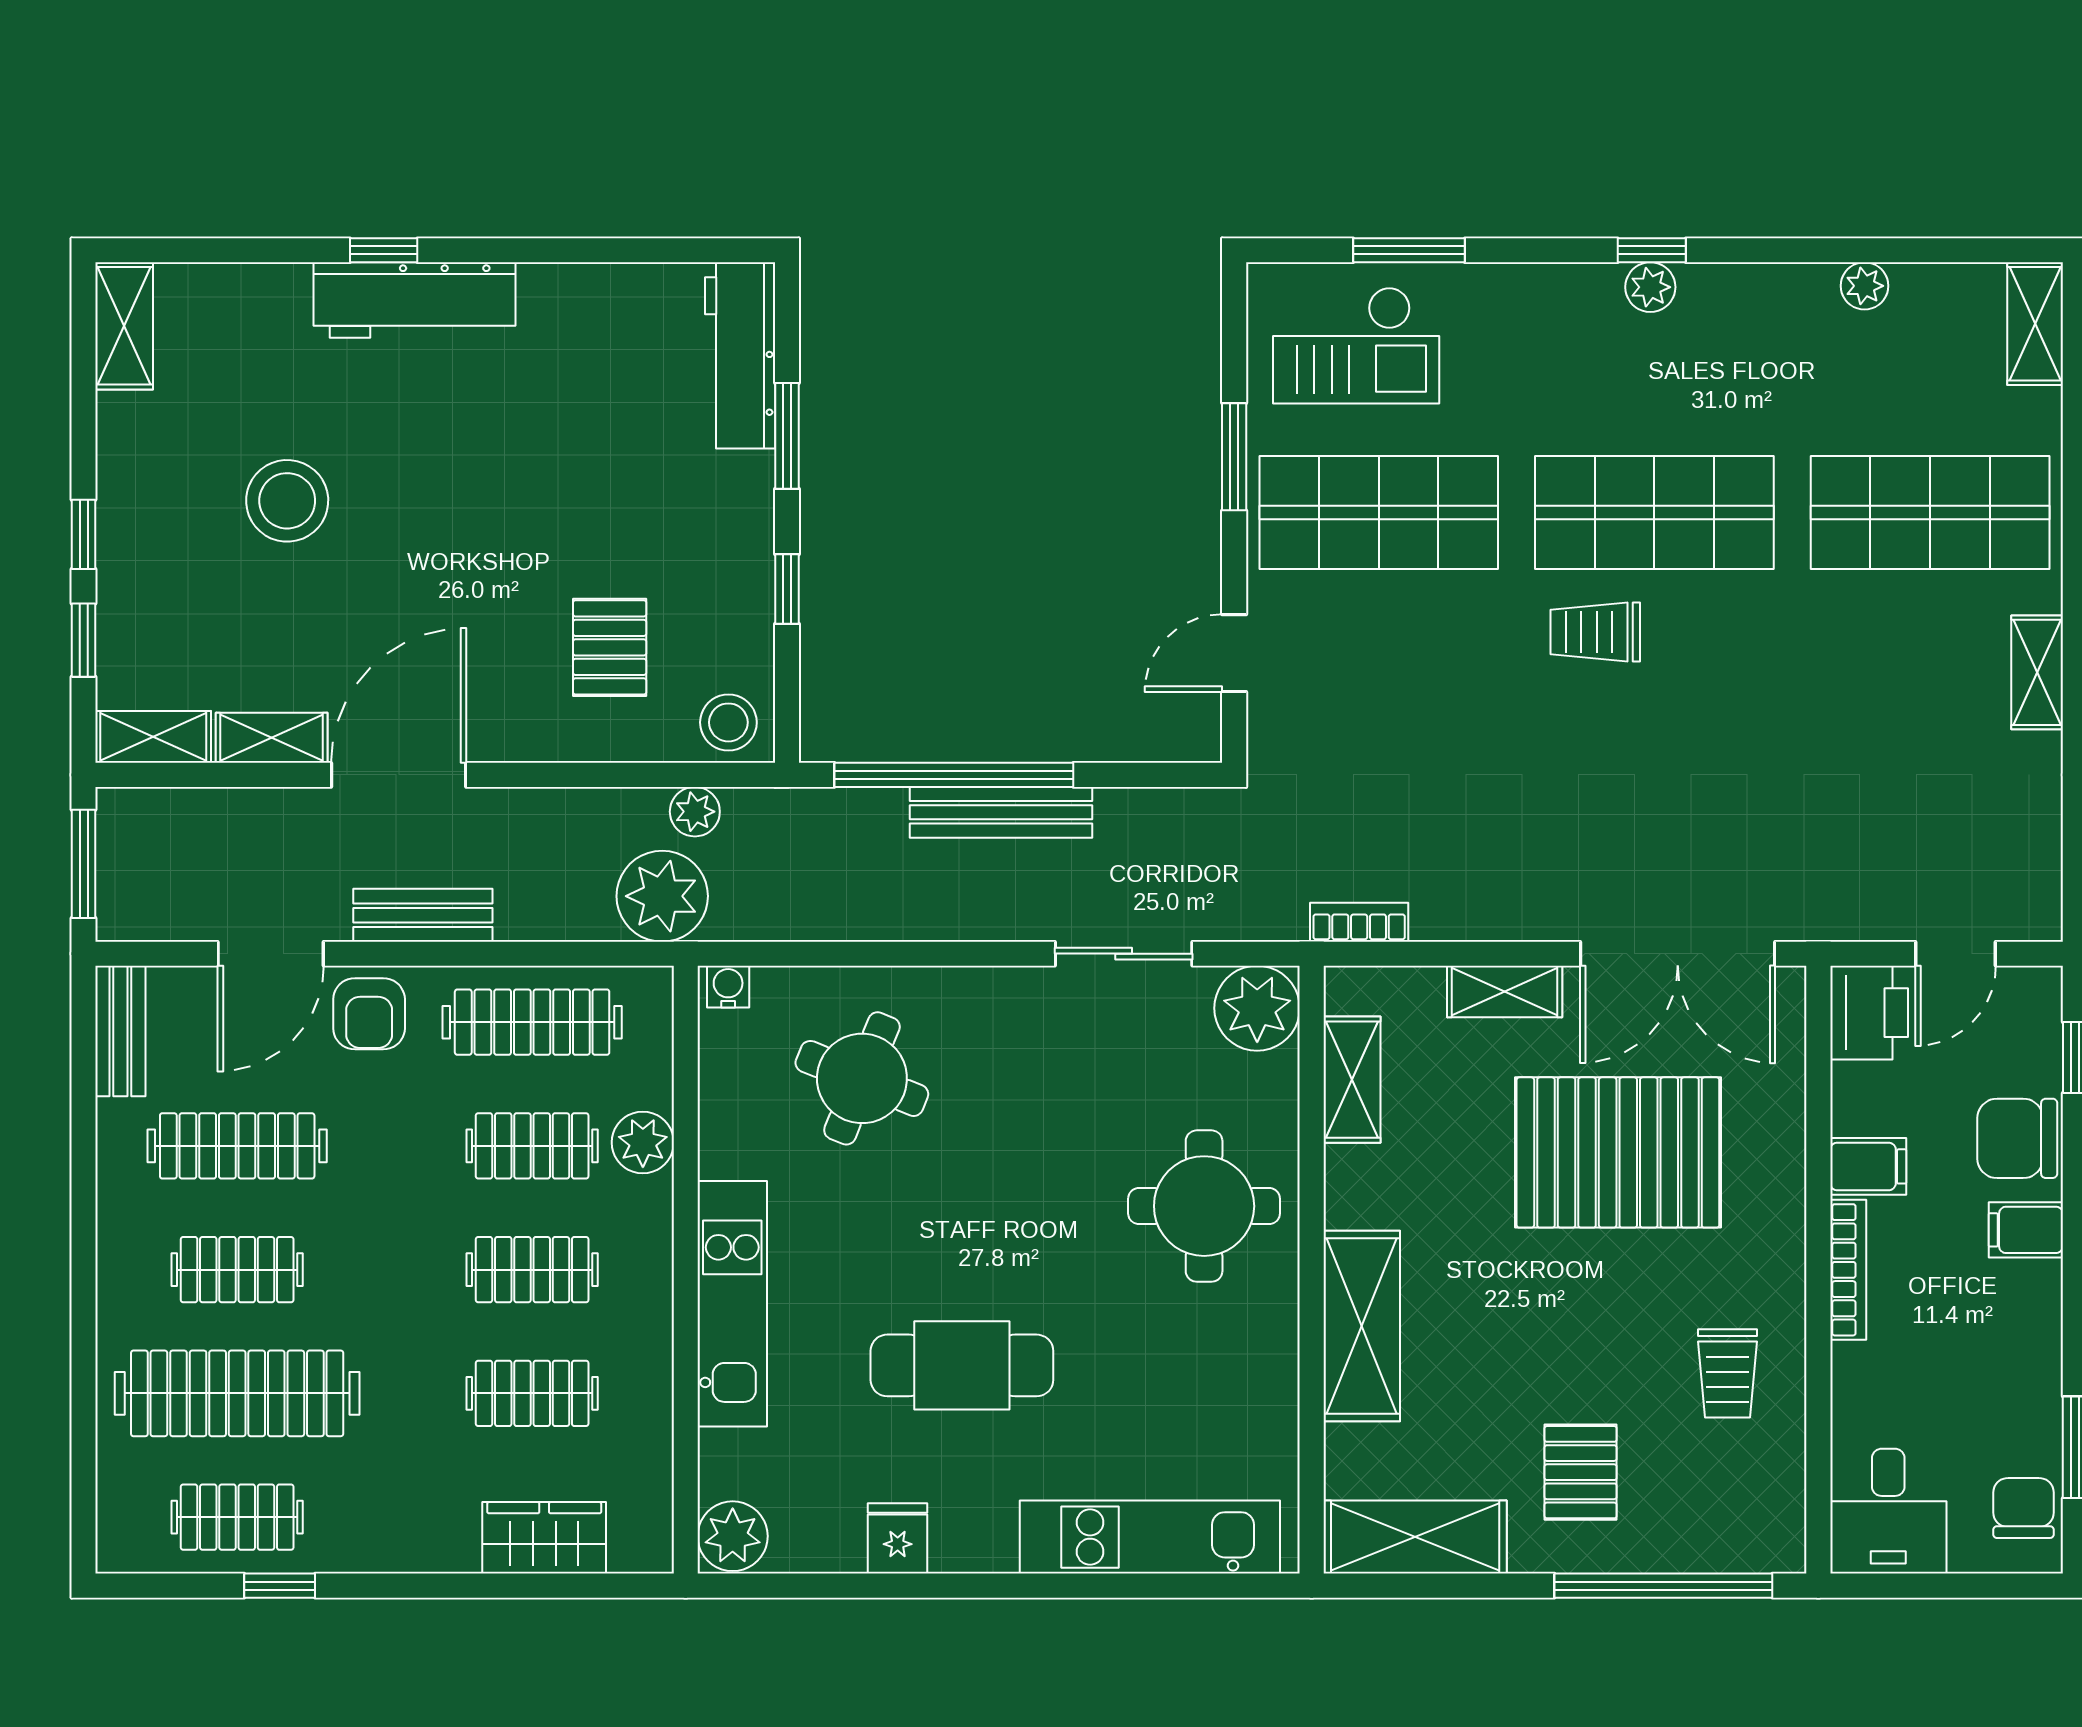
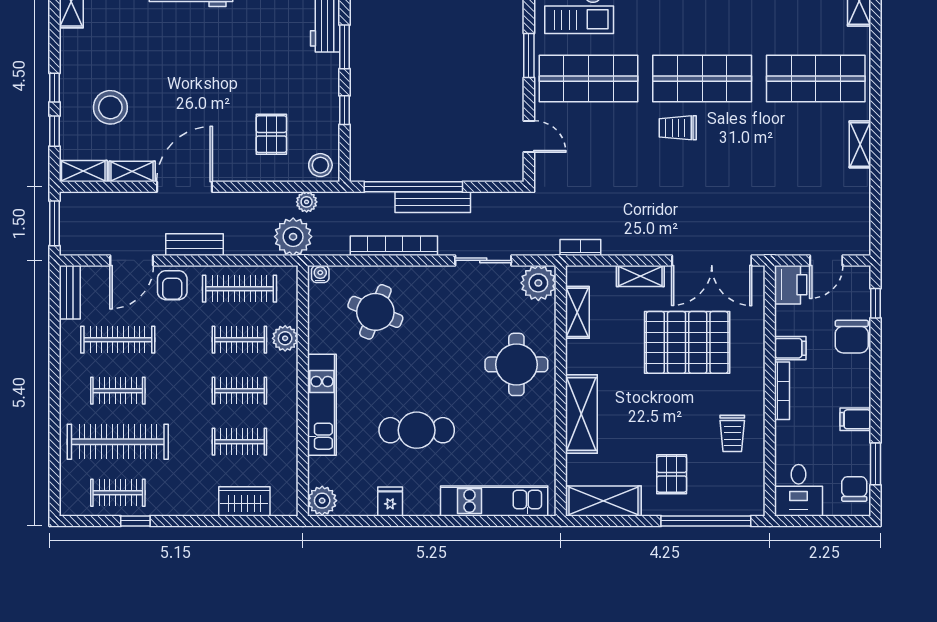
stool: (287, 501) -> (110, 107), moved
door: (1234, 653) -> (529, 137), swing flipped
bookcase: (907, 918) -> (394, 246), added
chair: (2017, 1138) -> (852, 337), turned -90
filing cabinet: (2026, 1230) -> (855, 419), moved

